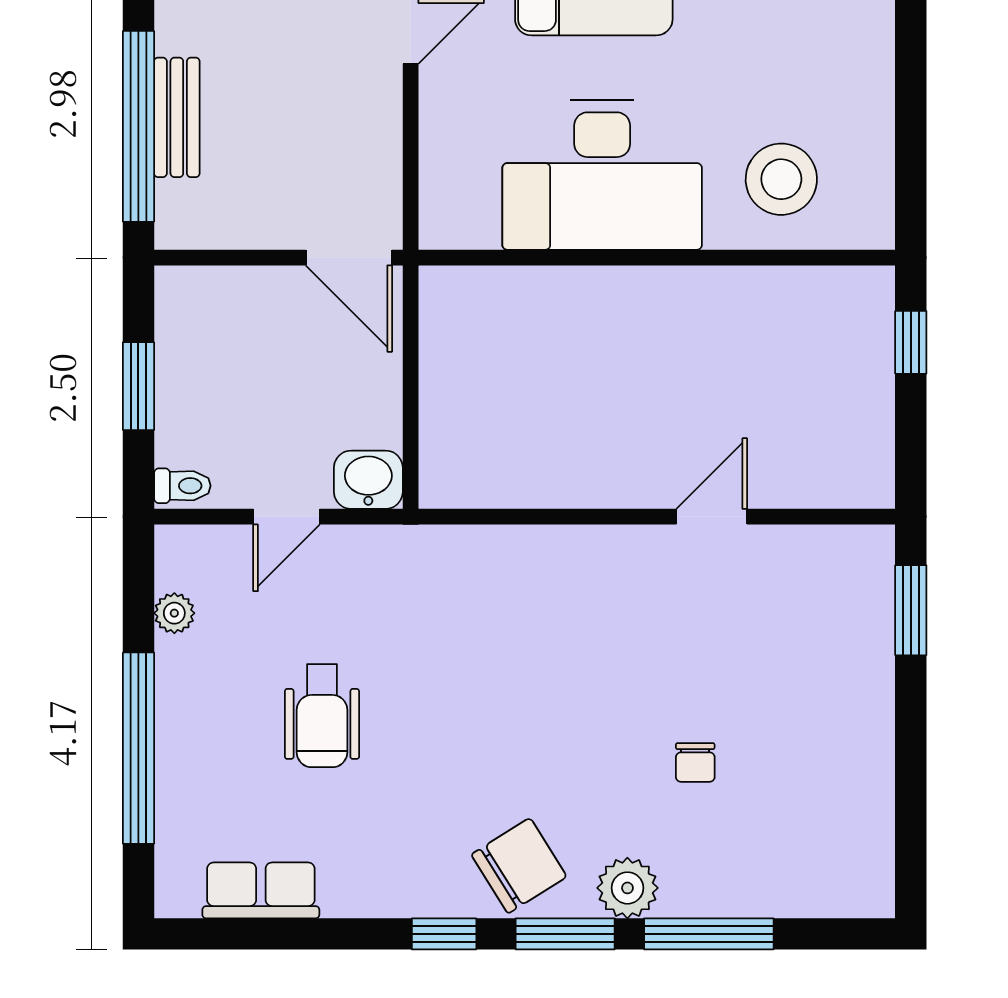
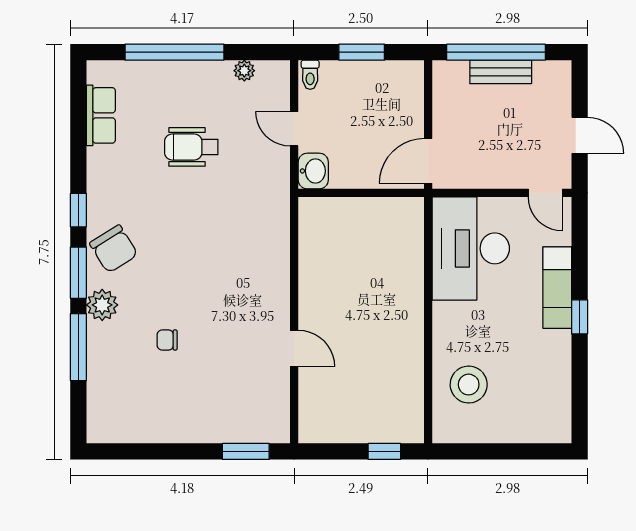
desk: (602, 175) -> (471, 248), moved

